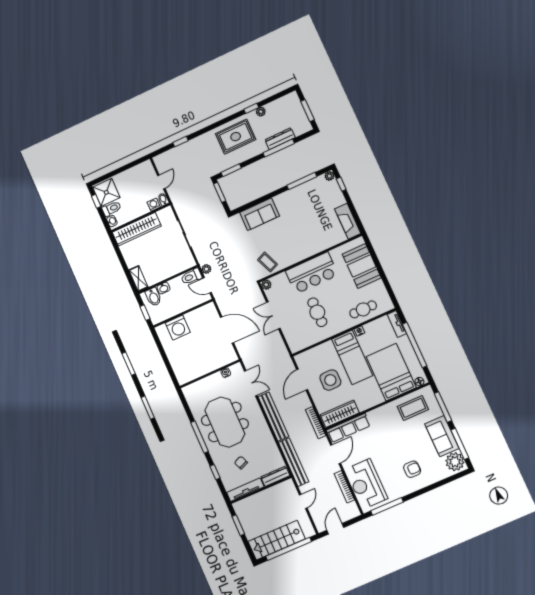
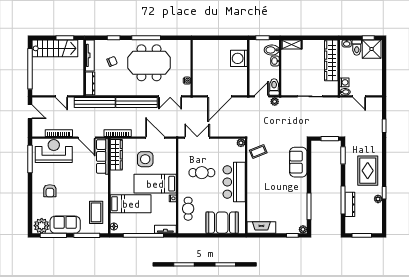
double door: (273, 315) -> (197, 138), moved
bed: (391, 372) -> (131, 204), width x0.67
stairs: (277, 540) -> (55, 48), moved, turned 90

